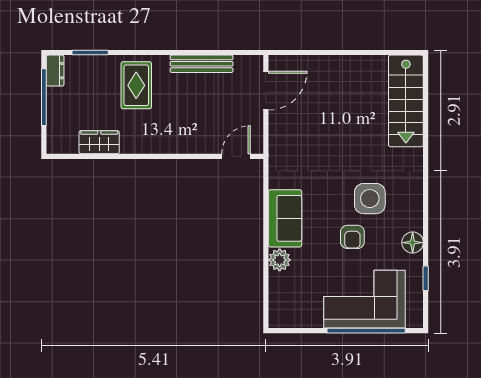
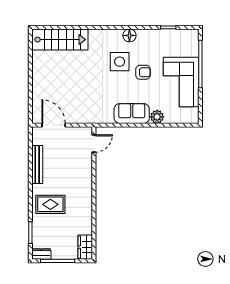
wardrobe: (99, 142) -> (85, 247), moved
door: (236, 156) -> (94, 143), swing flipped
floor lamp: (413, 243) -> (129, 35), moved
corner sofa: (364, 299) -> (181, 82), moved

